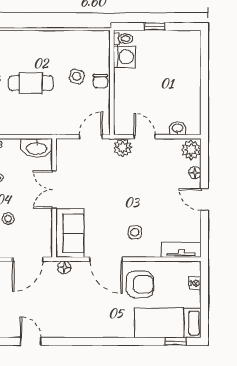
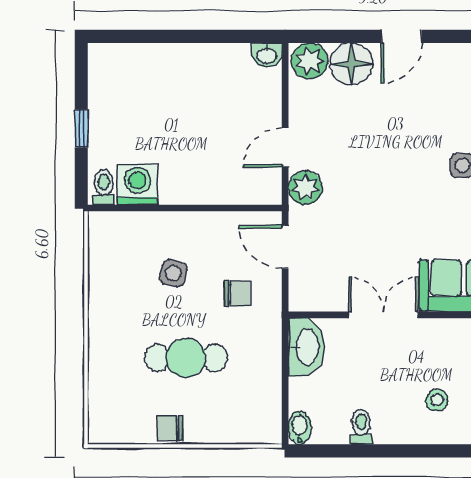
chair: (100, 81) -> (237, 293), moved
cafe table: (31, 83) -> (186, 358), turned 90
washbasin: (177, 128) -> (267, 55), moved, turned -90
floor lamp: (195, 173) -> (352, 64), width x1.89, depth x1.89
double door: (54, 190) -> (383, 315), swing flipped

